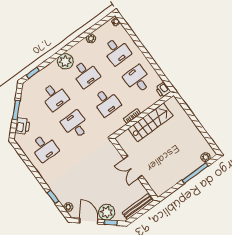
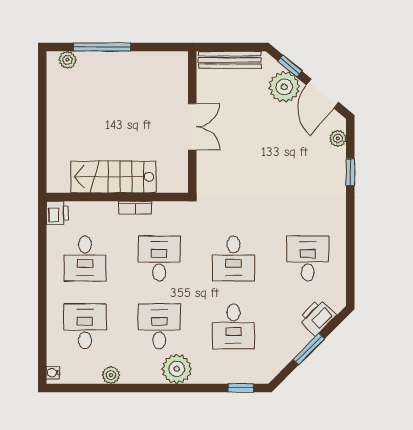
desk: (55, 96) -> (233, 326), turned 180

